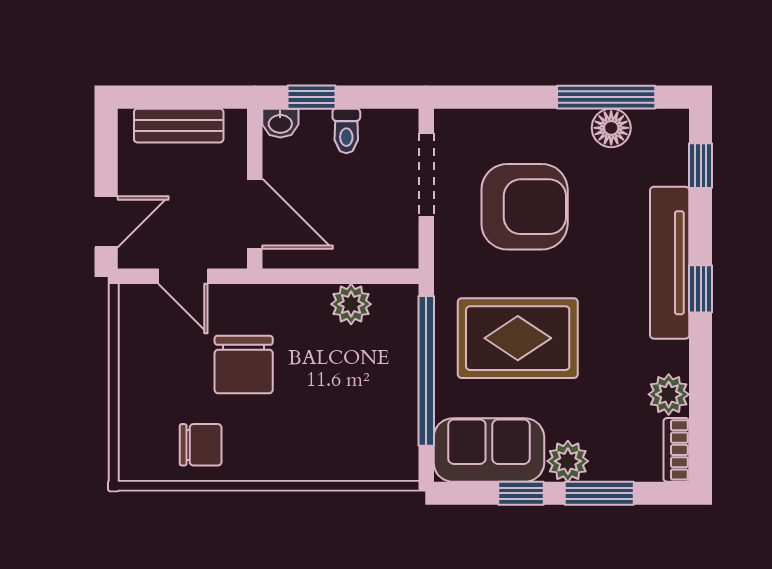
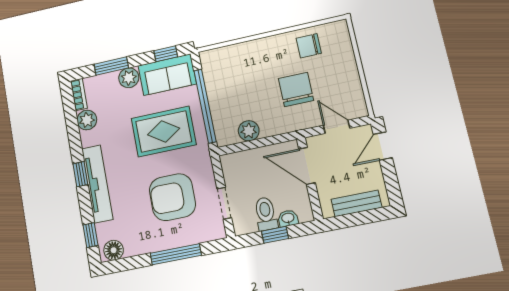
window: (312, 97) -> (275, 235), moved
window: (606, 97) -> (176, 254), moved
washbasin: (280, 123) -> (288, 218), moved
floor lamp: (611, 128) -> (114, 250), moved
toilet: (346, 131) -> (266, 214), width x1.37, depth x1.39
doorway: (426, 175) -> (224, 203), width x0.73
window: (521, 493) -> (166, 54), moved

